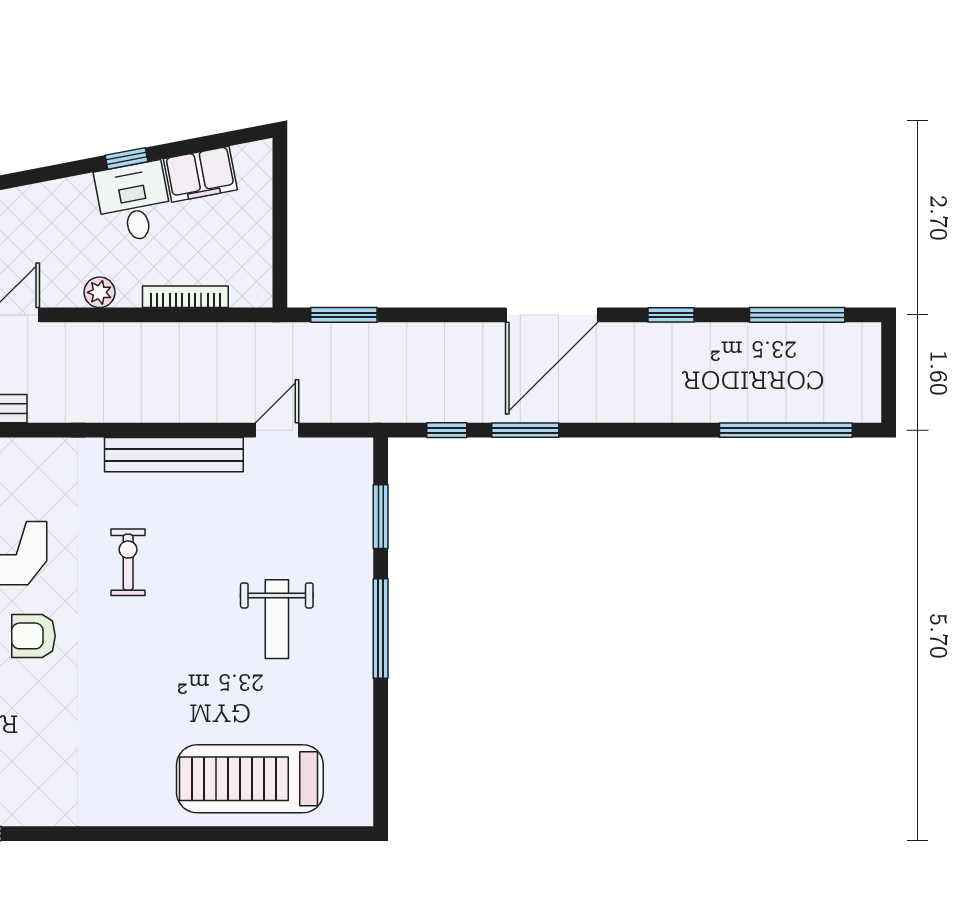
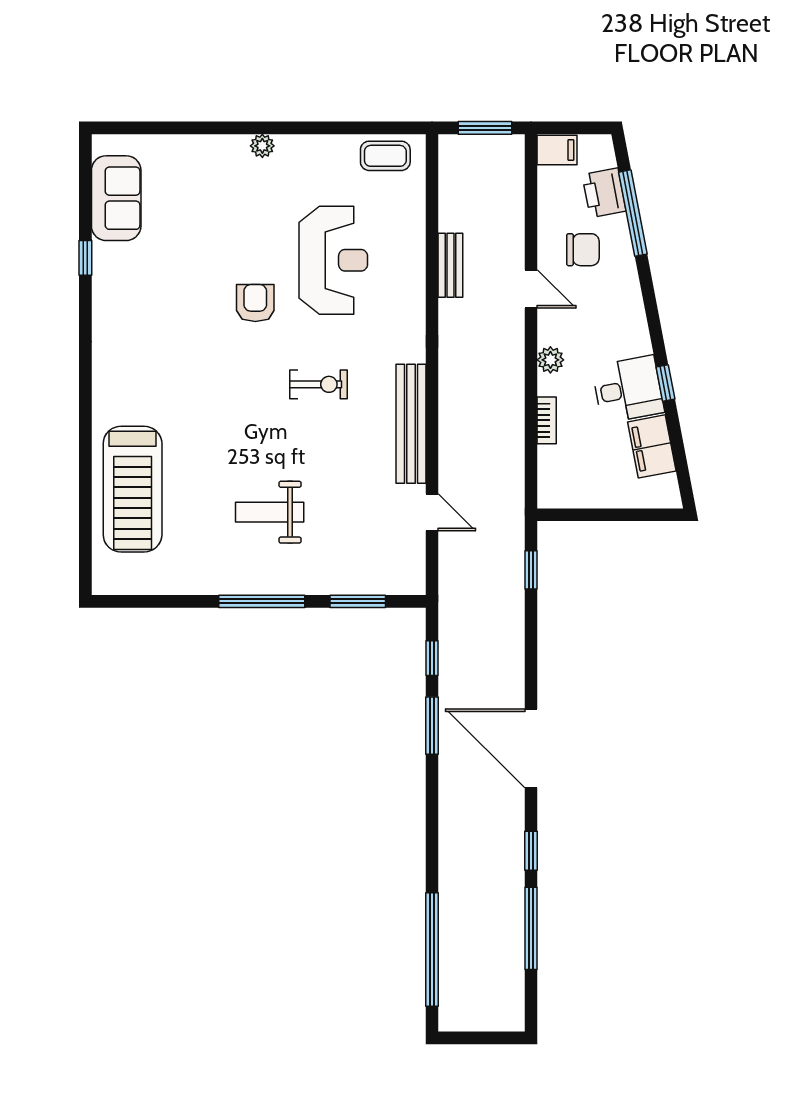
bookcase: (185, 297) -> (547, 420), width x0.64
window: (344, 315) -> (531, 570), width x0.67
window: (797, 315) -> (531, 928), moved
treadmill: (250, 779) -> (133, 489), turned 180

